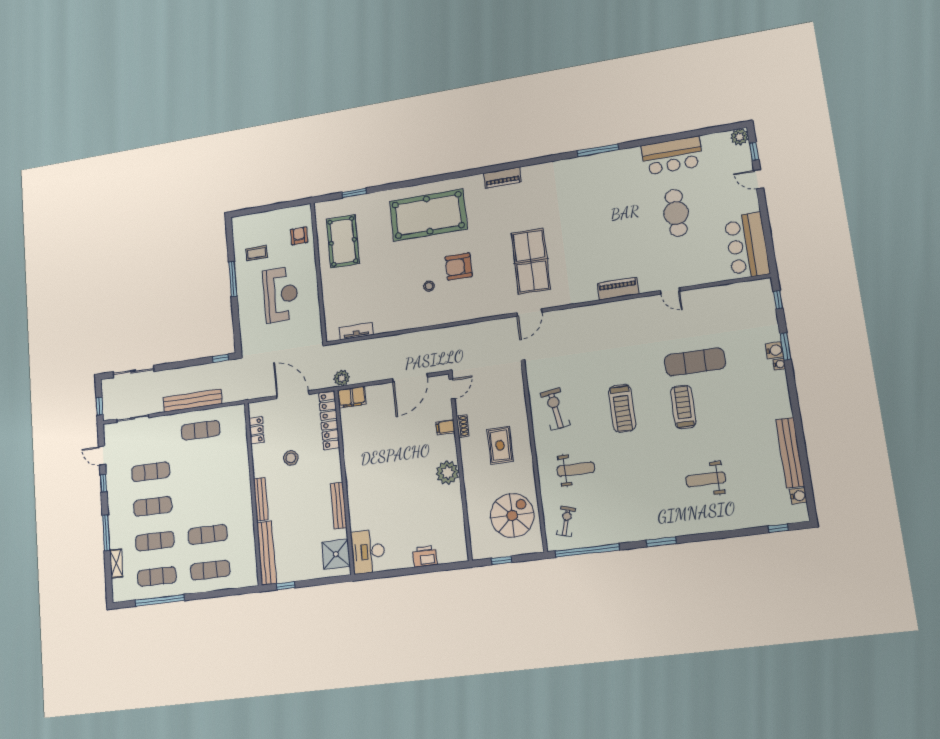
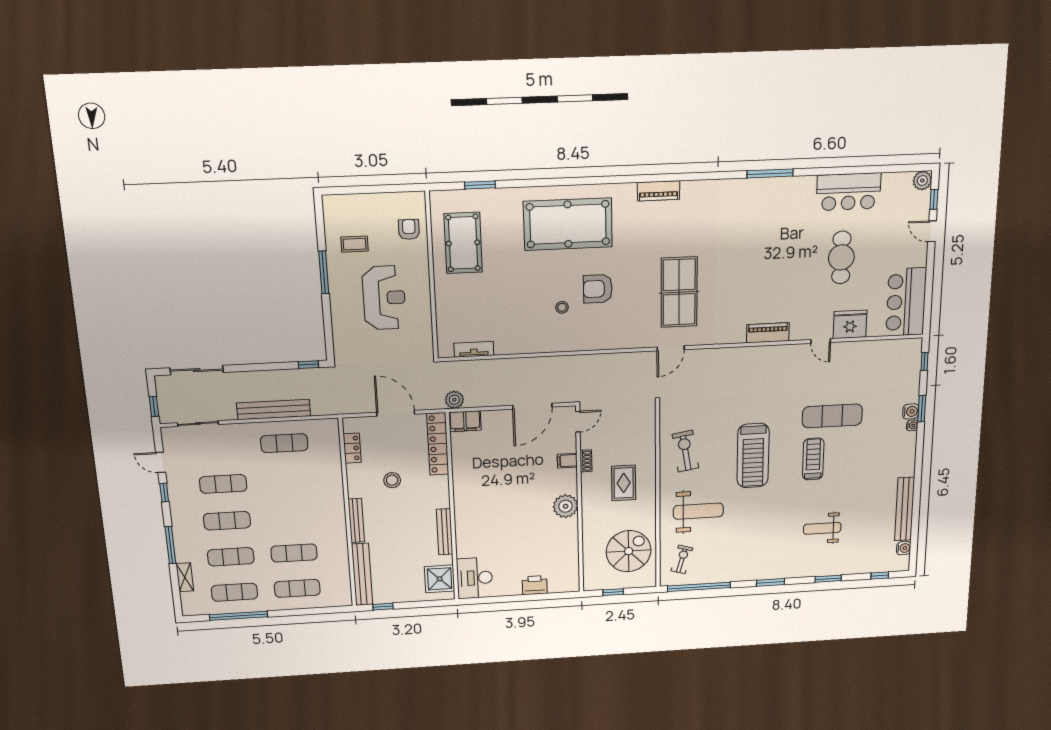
fridge: (696, 272) -> (850, 324), added
treadmill: (622, 408) -> (753, 456), width x1.37, depth x1.38
weight bench: (576, 469) -> (698, 511), width x1.36, depth x1.33
window: (722, 535) -> (828, 579), added

